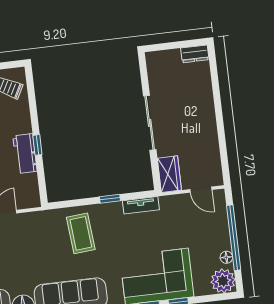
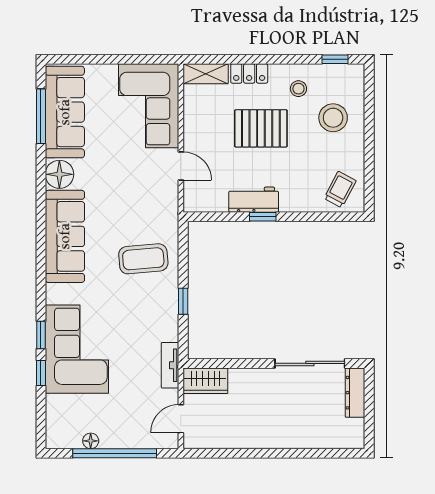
dresser: (195, 54) -> (355, 393), moved, width x1.44
sliding door: (150, 123) -> (310, 363), moved
tv unit: (141, 205) -> (170, 365), moved
plant: (223, 281) -> (61, 433), removed

